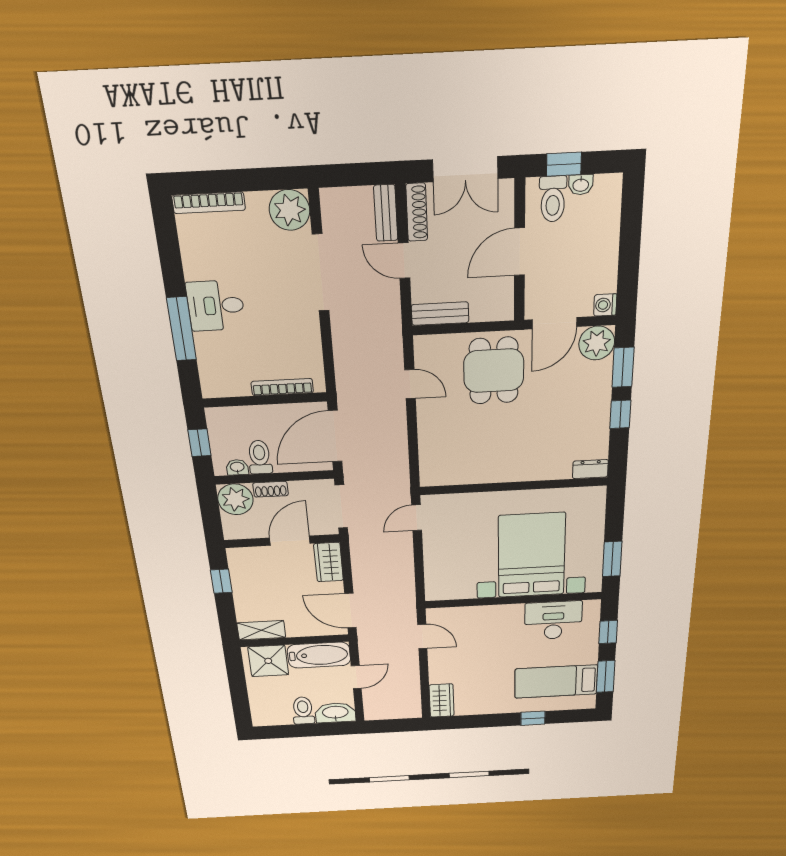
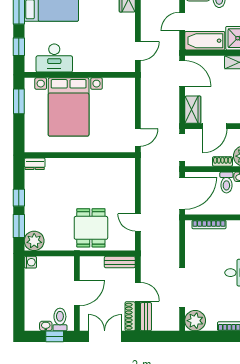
door: (554, 323) -> (58, 253), removed
door: (422, 636) -> (138, 51), swing flipped

